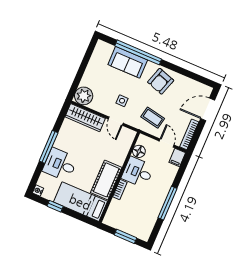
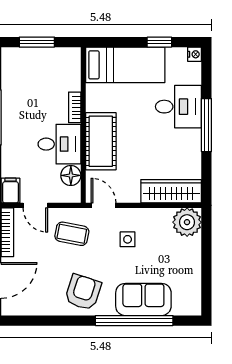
door: (116, 121) -> (103, 205), moved
cot: (106, 180) -> (101, 141), moved

